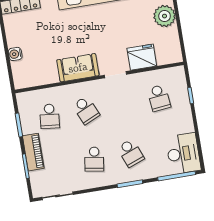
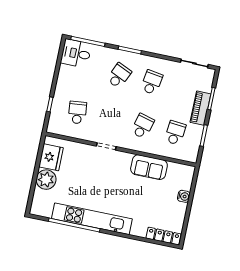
fridge: (142, 57) -> (51, 157), moved, turned -90
sofa: (78, 68) -> (149, 167), moved
school desk: (86, 110) -> (143, 126), turned 39
school desk: (131, 153) -> (119, 76), turned 45
desk: (183, 154) -> (76, 53), width x0.73

